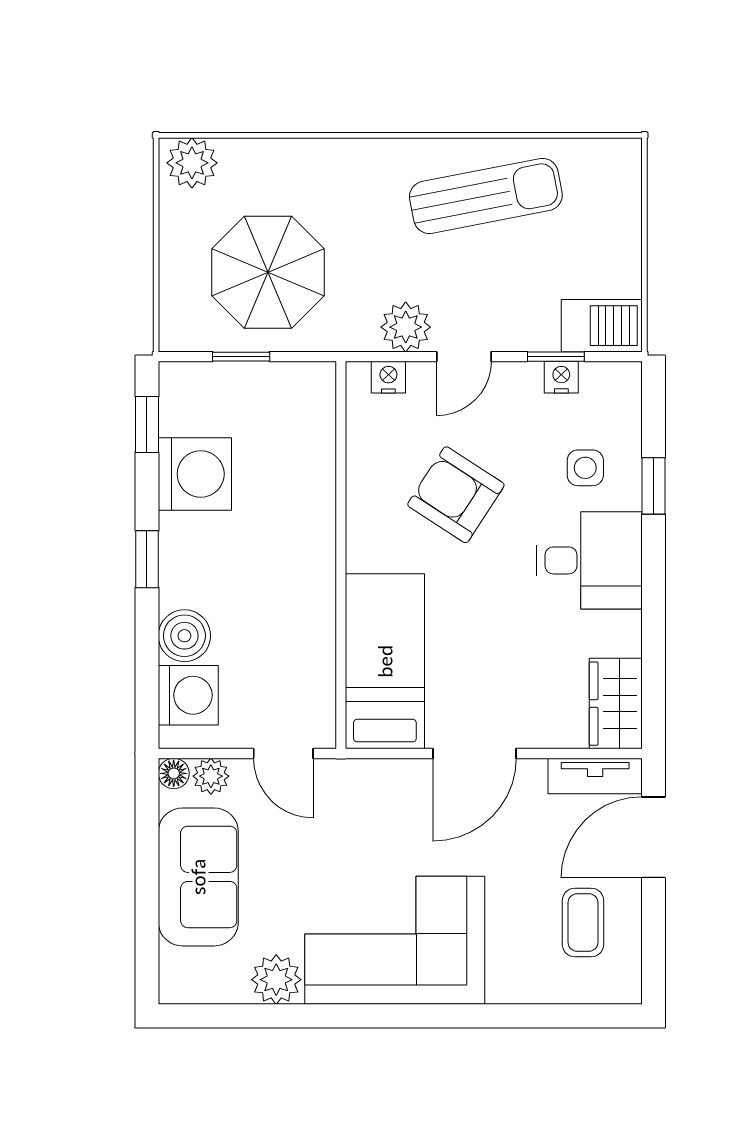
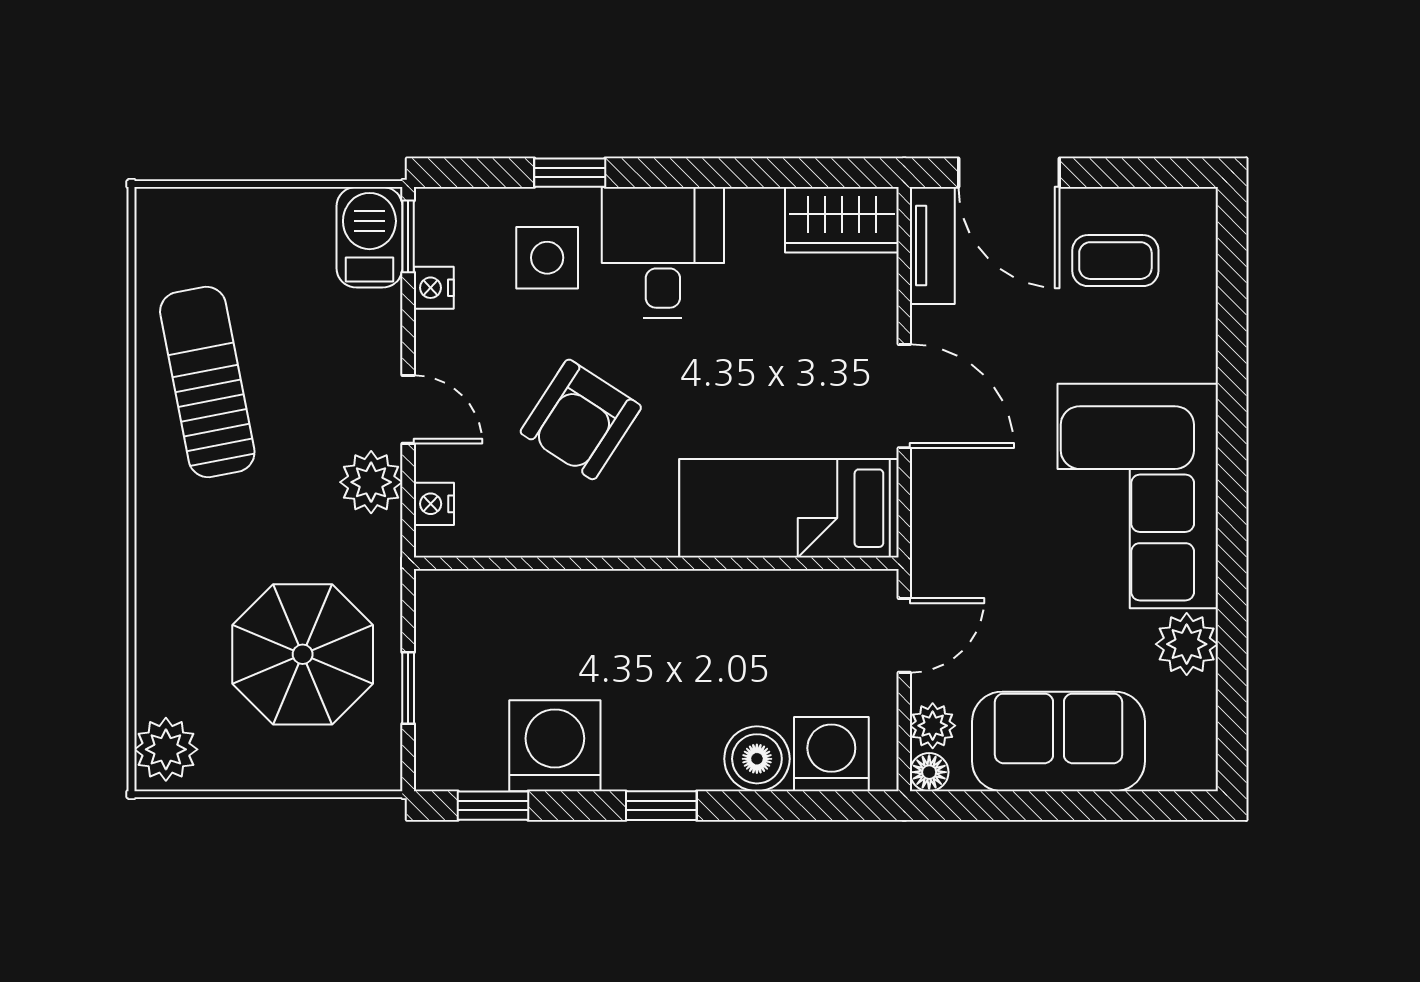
window: (556, 357) -> (408, 236), moved
side table: (585, 468) -> (547, 258), width x1.37, depth x1.37

